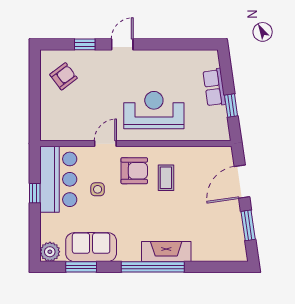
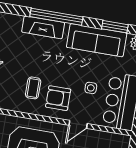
sofa: (91, 247) -> (97, 40), width x1.36

